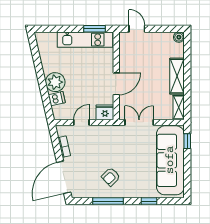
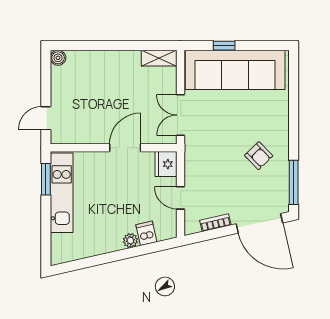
shelving: (177, 76) -> (114, 61), removed
plant: (55, 82) -> (130, 240), width x0.53, depth x0.53
door: (116, 84) -> (125, 148), hinge flipped
window: (187, 141) -> (224, 46), moved
window: (108, 201) -> (294, 182), moved
window: (149, 201) -> (294, 101), removed

